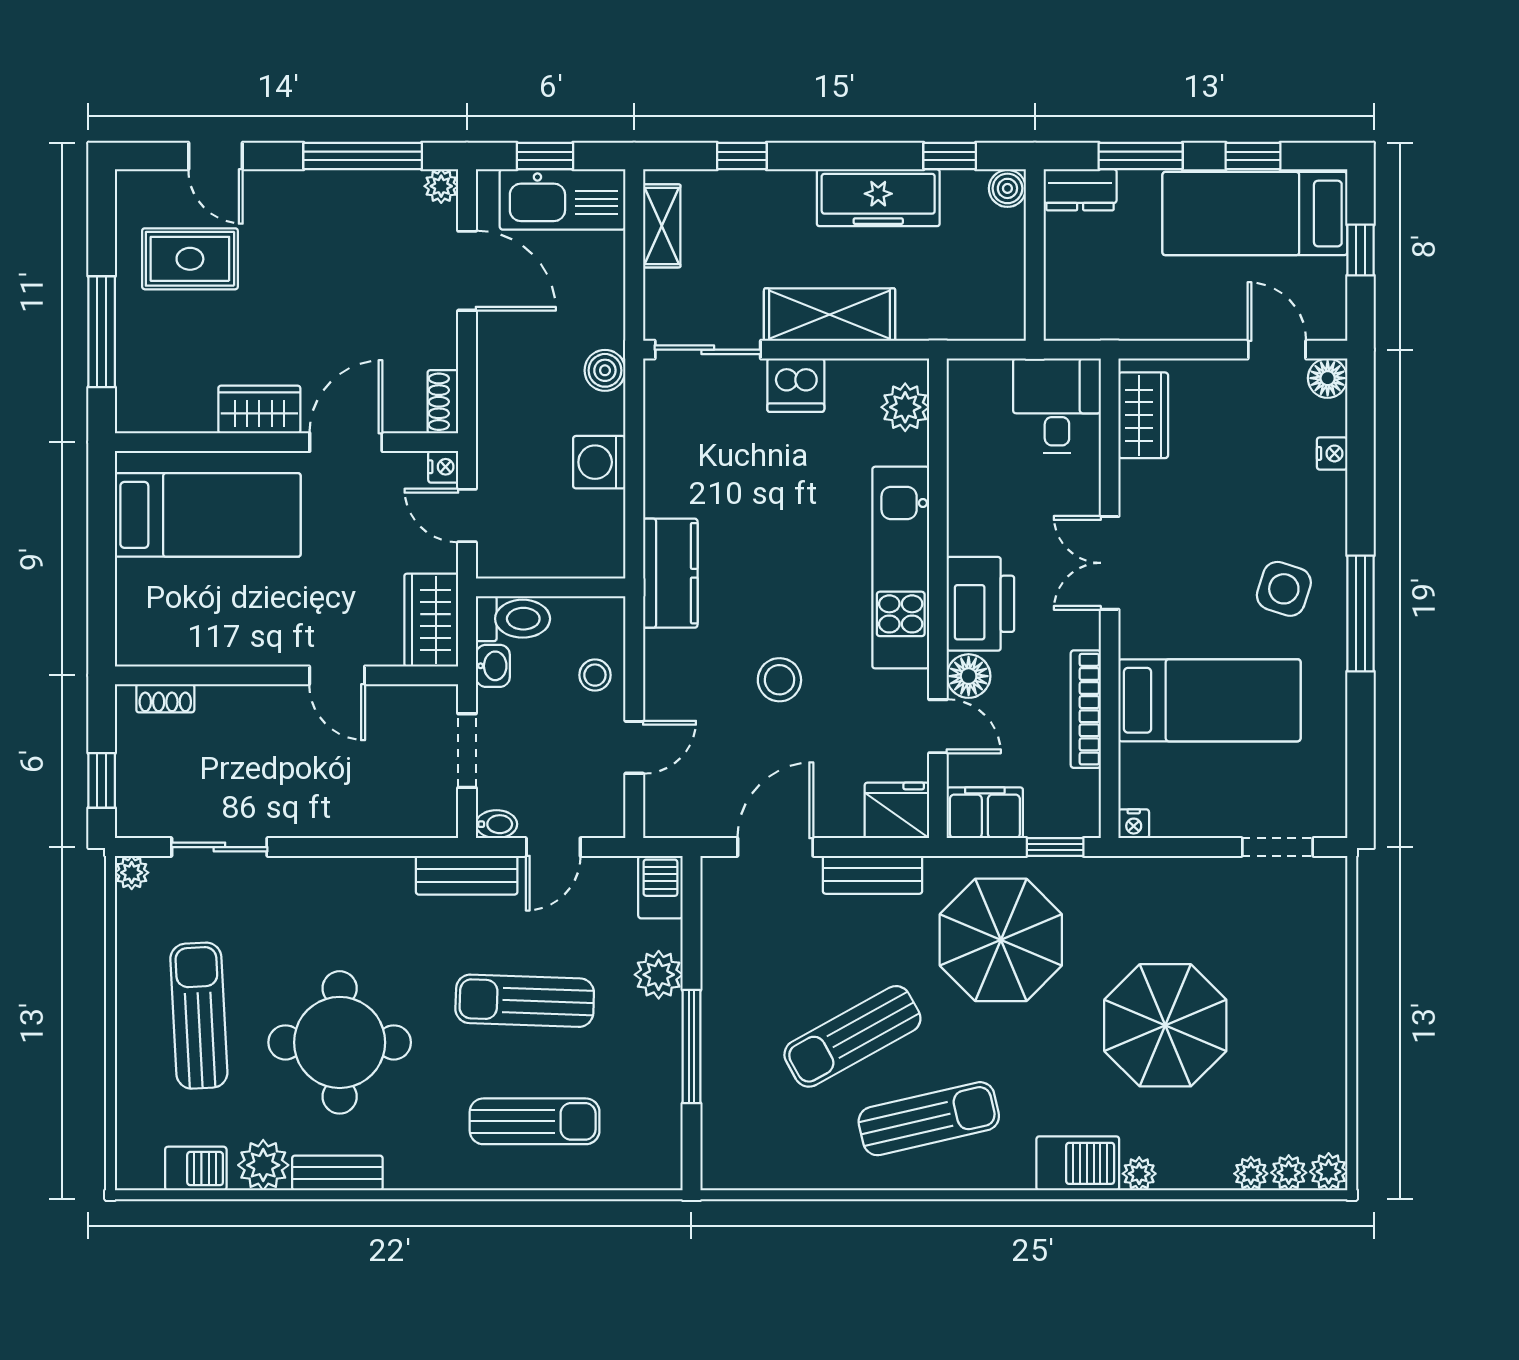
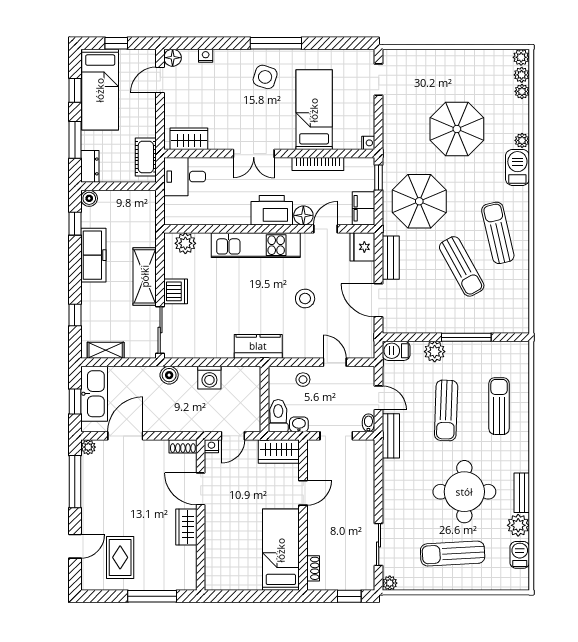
cot: (1102, 317) -> (146, 157), added
bed: (208, 515) -> (281, 550), moved

